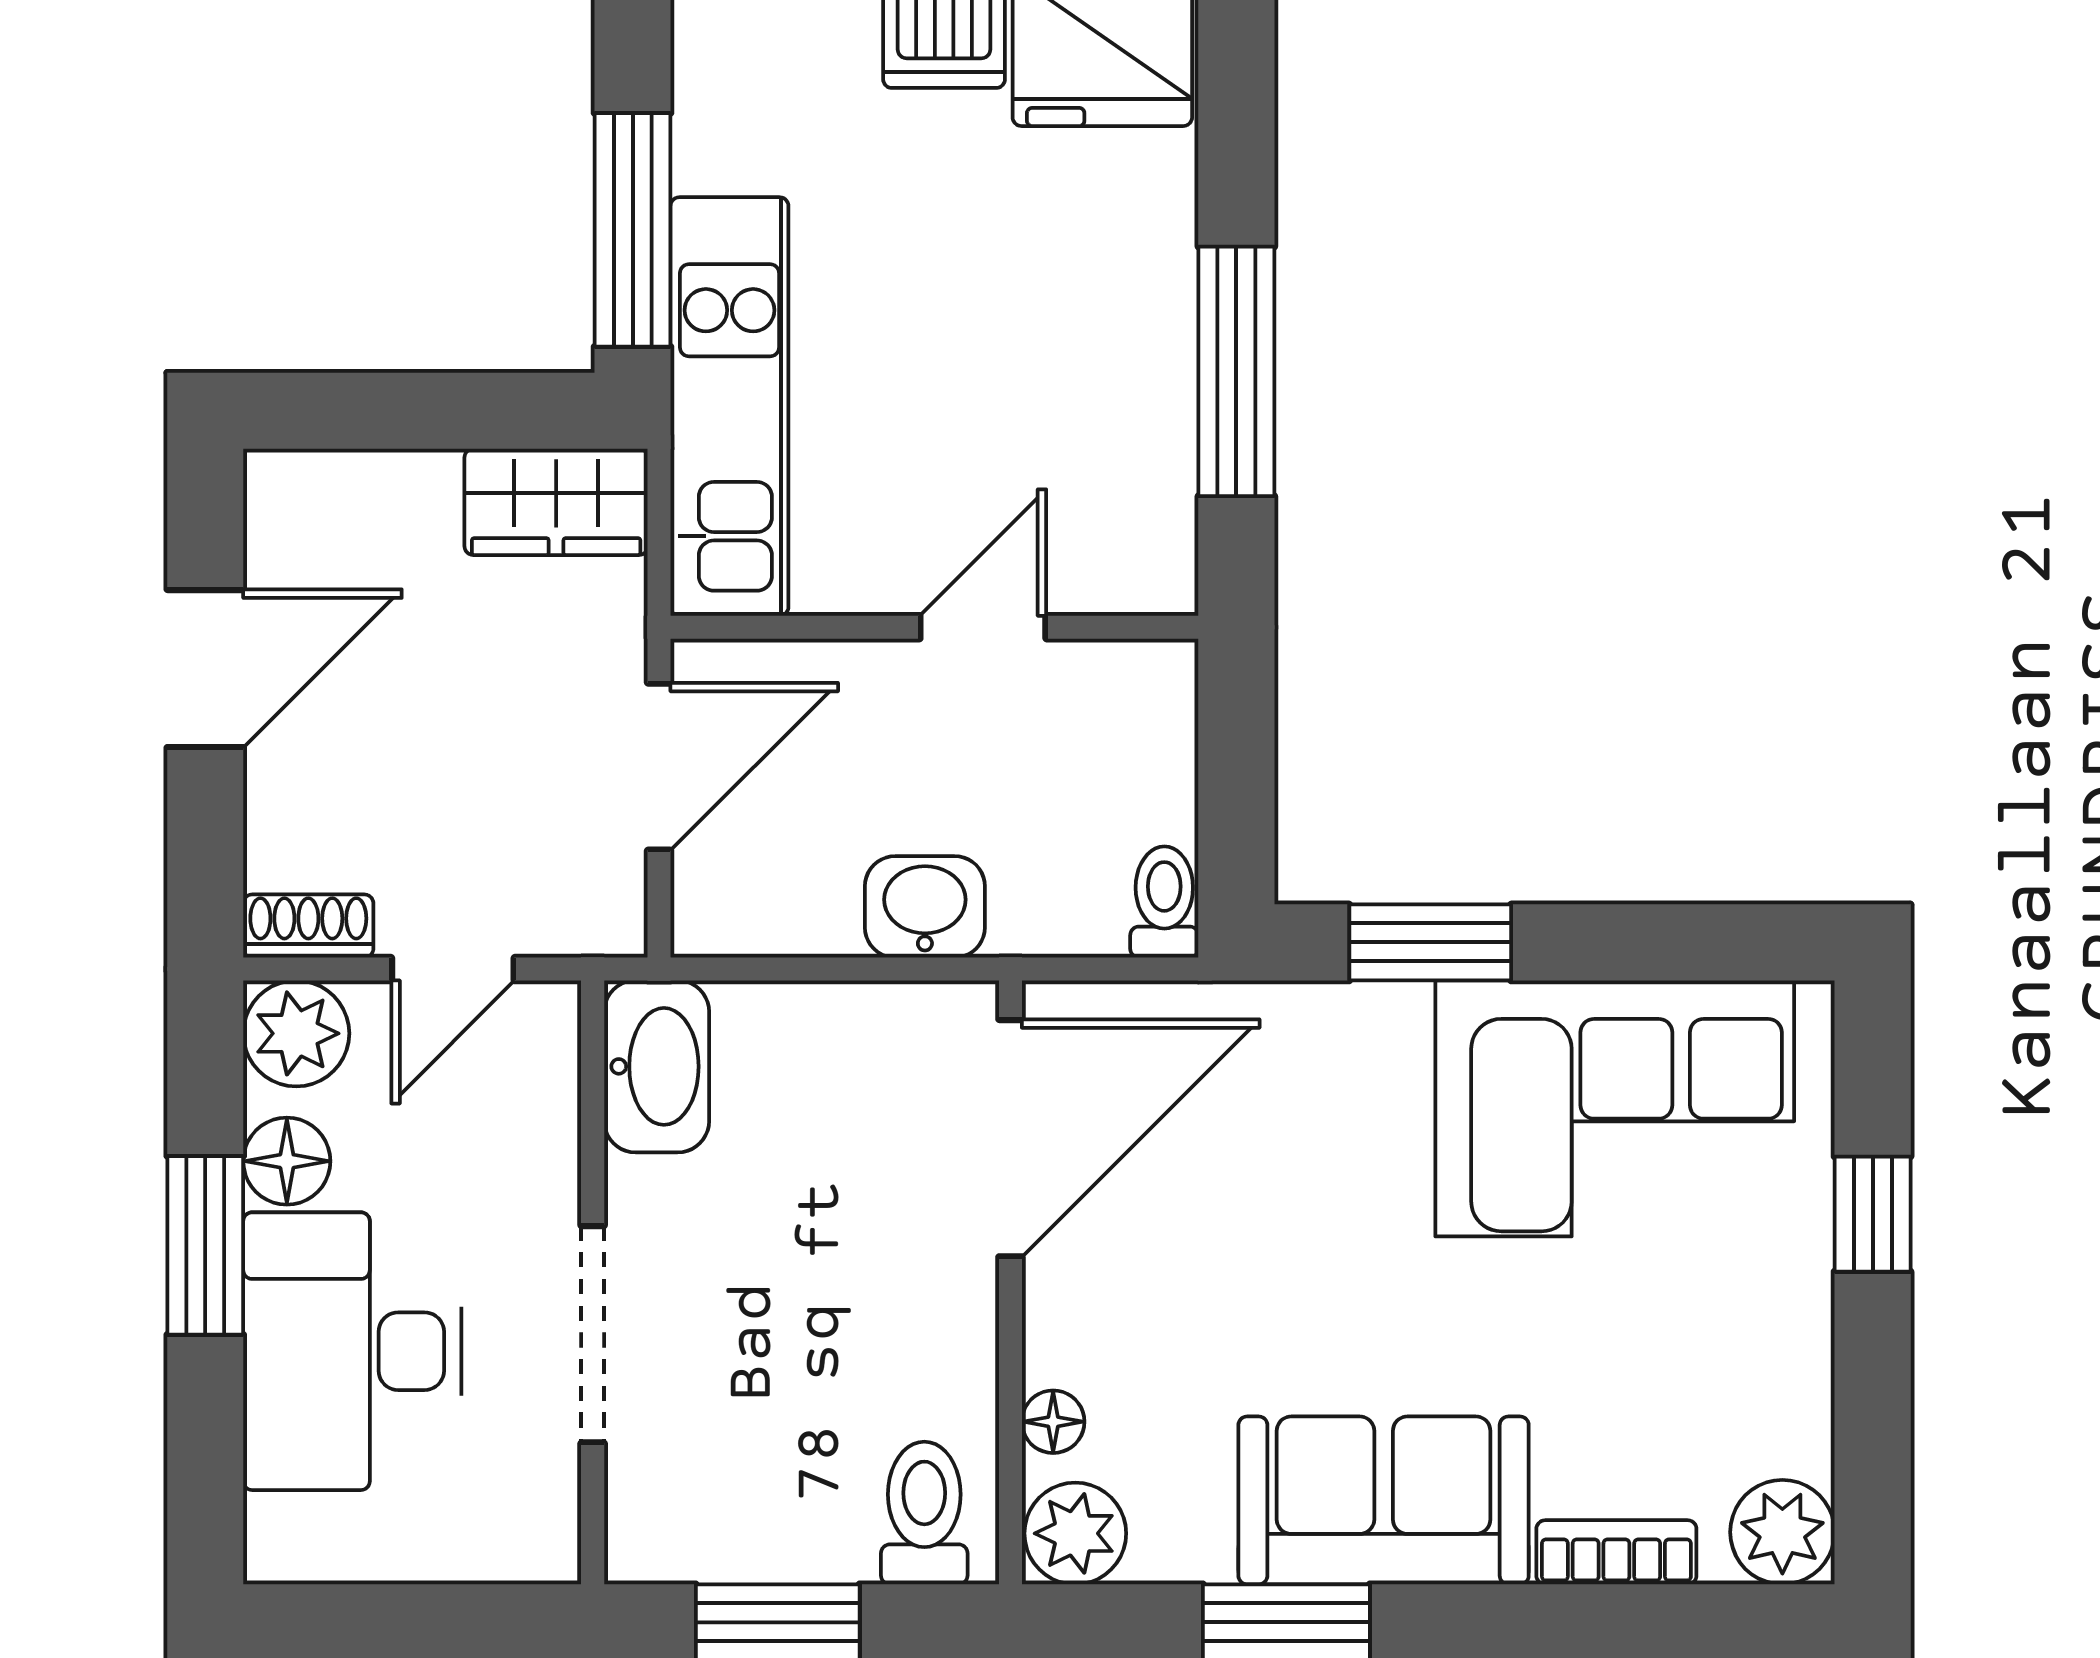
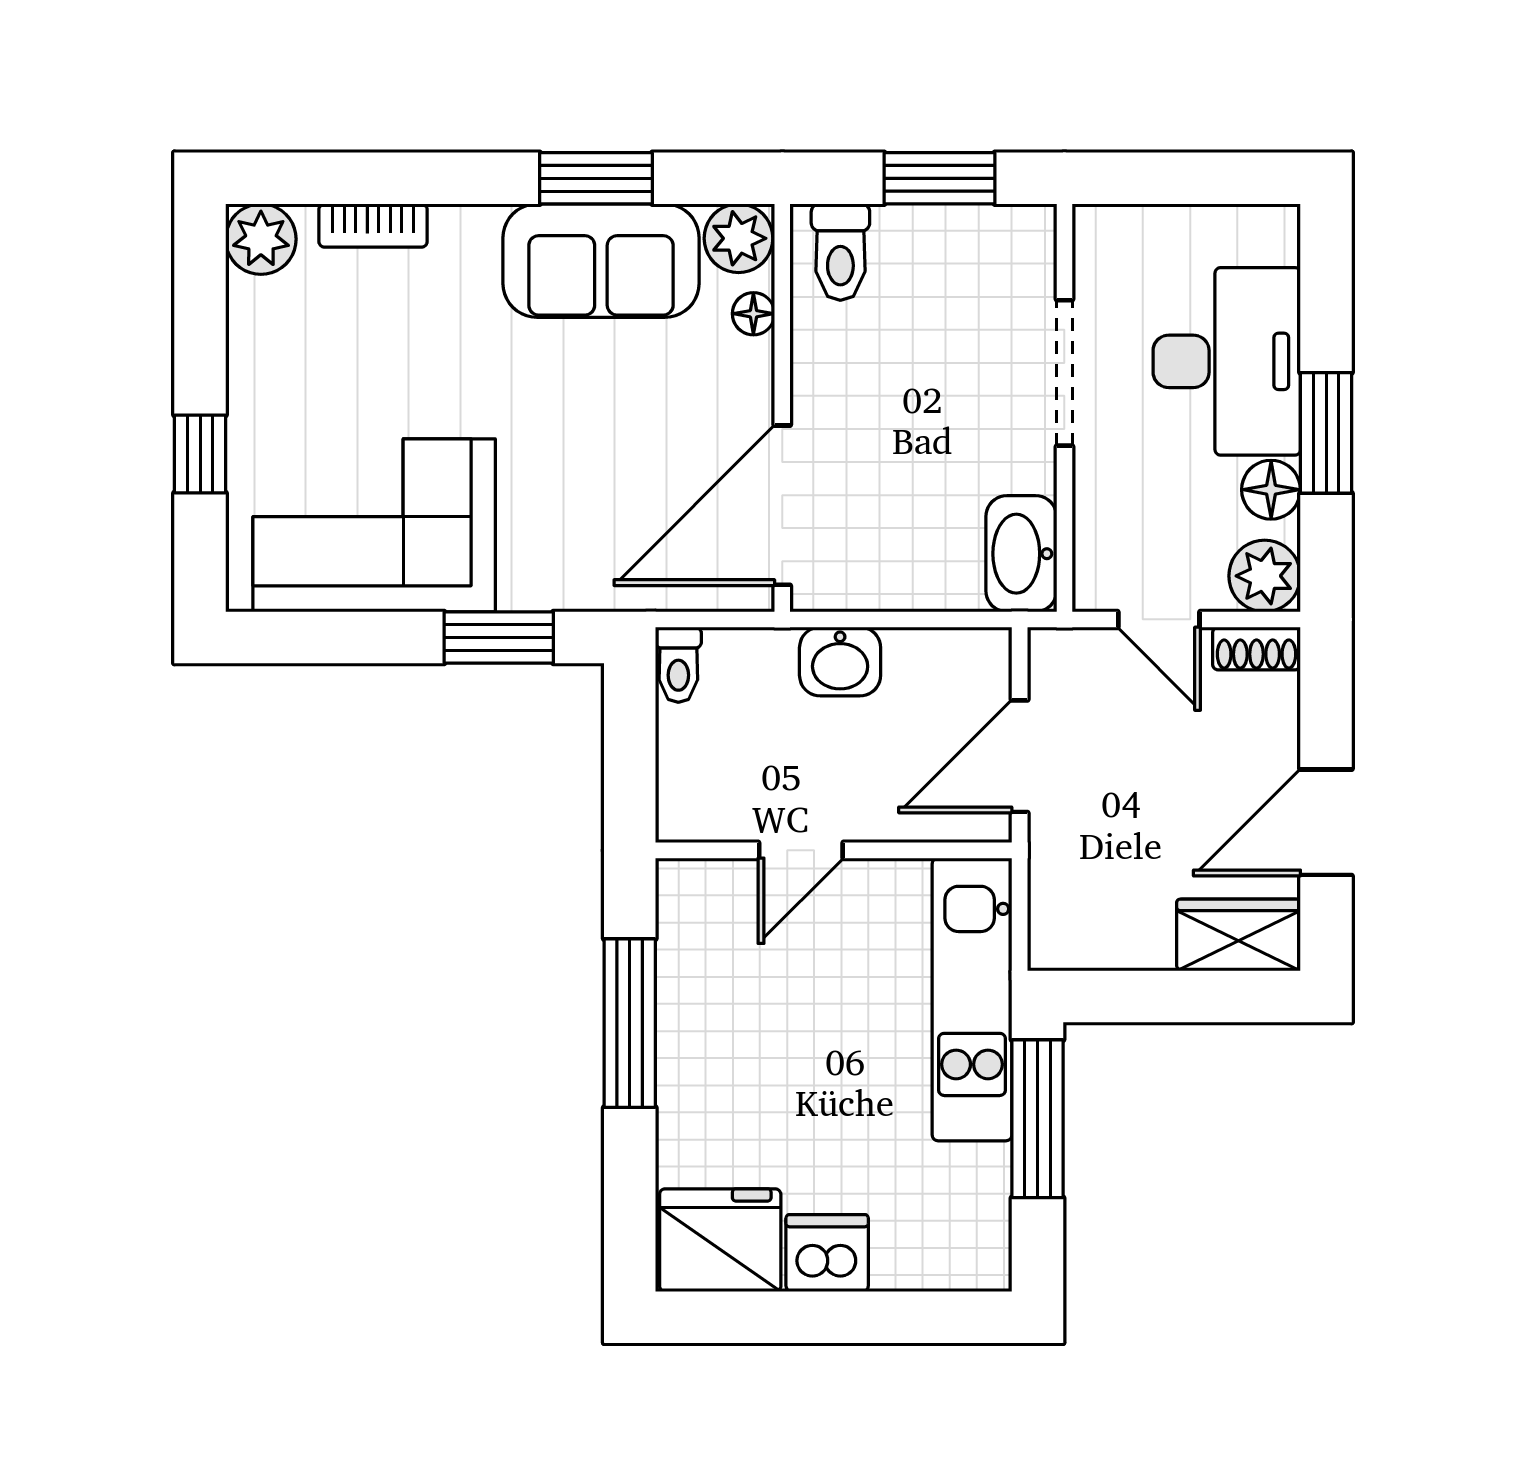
wardrobe: (556, 502) -> (1239, 935), moved
door: (453, 969) -> (1159, 619), swing flipped
sofa: (1384, 1500) -> (601, 261), moved

